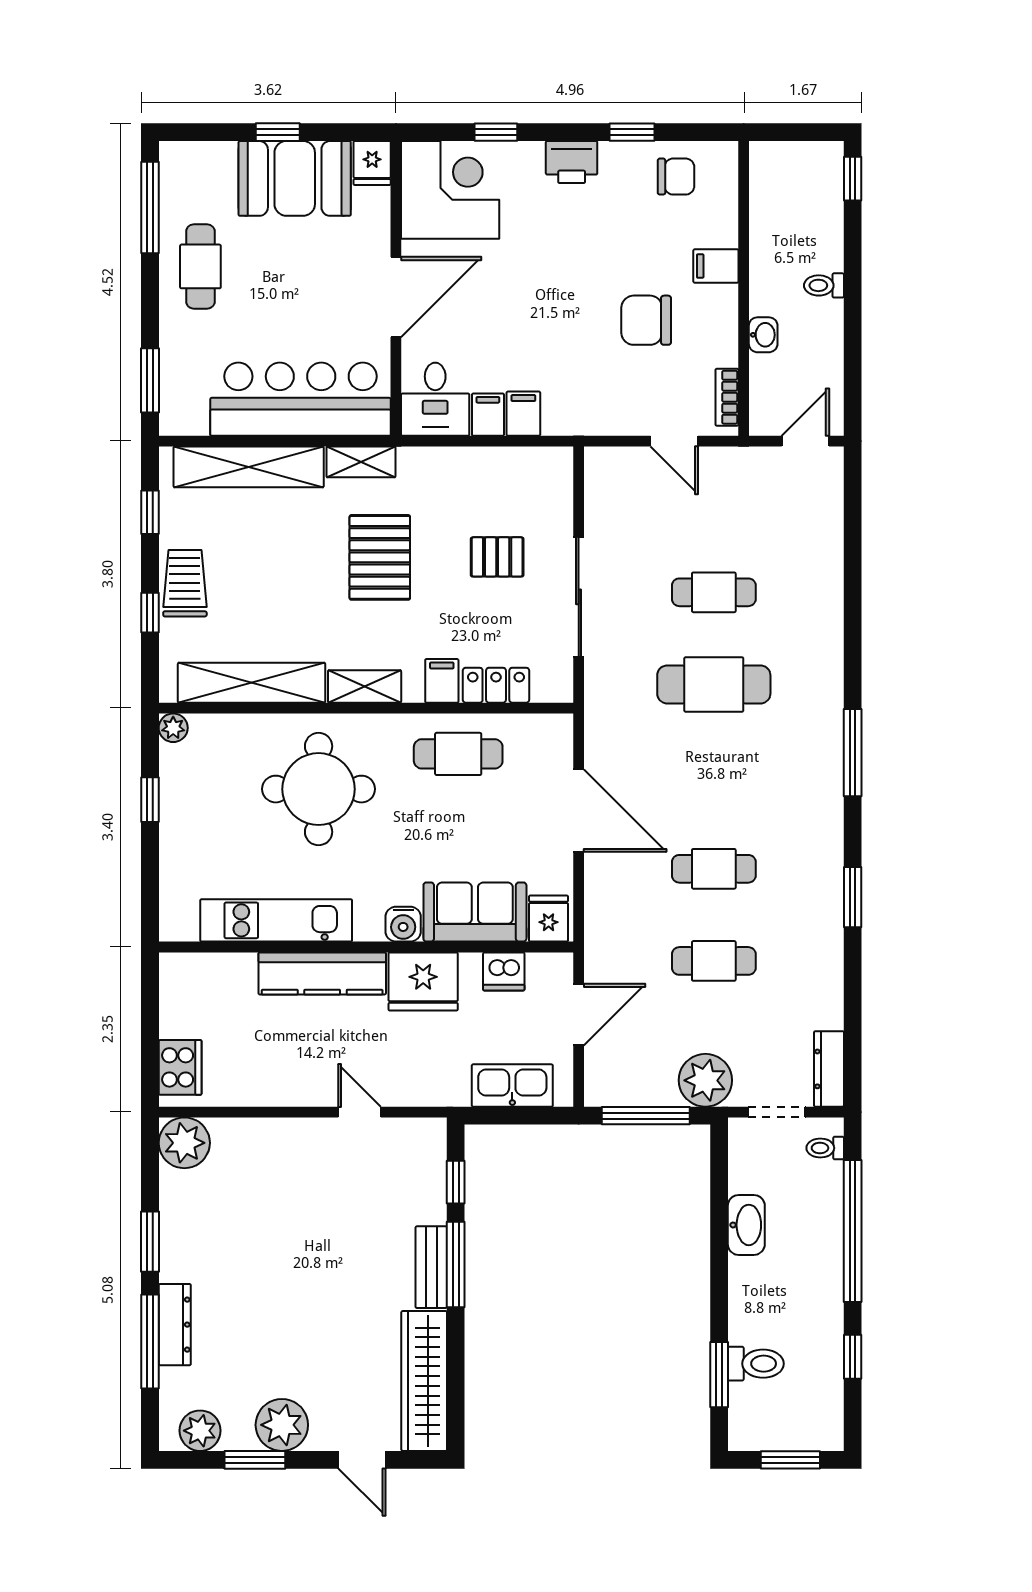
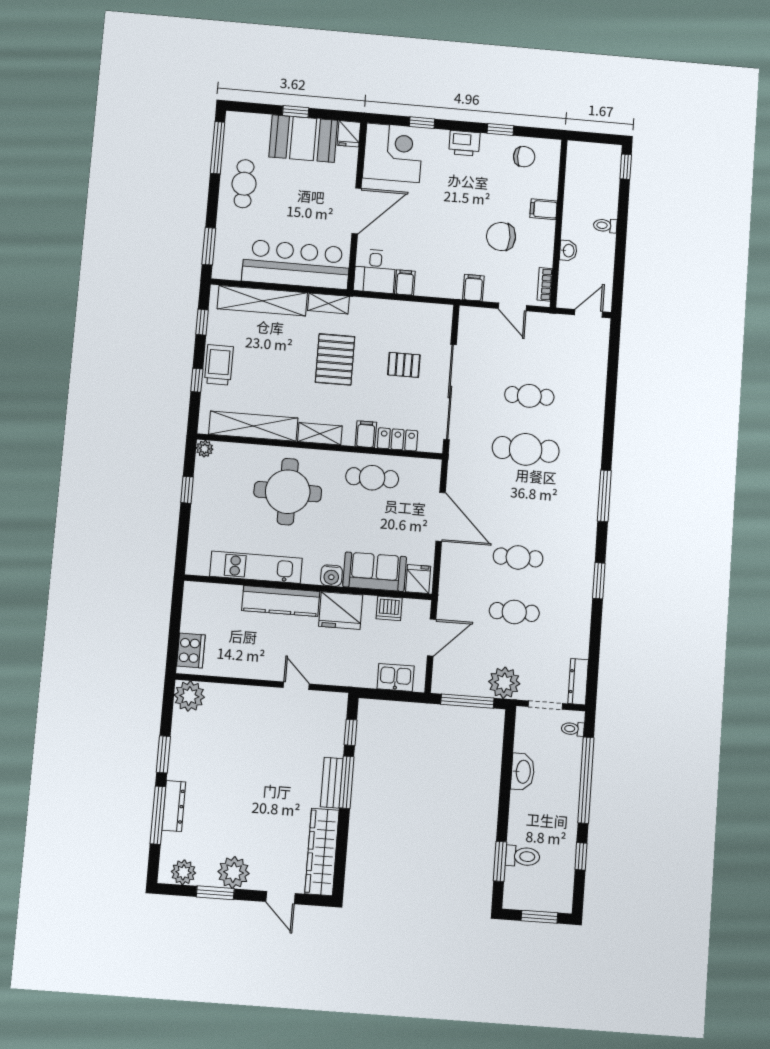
filing cabinet: (523, 414) -> (473, 288), moved
sliding door: (579, 597) -> (450, 392), width x1.36
kitchen sink: (512, 1086) -> (396, 677), width x0.73

